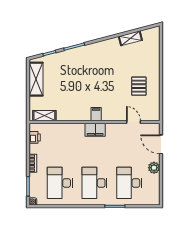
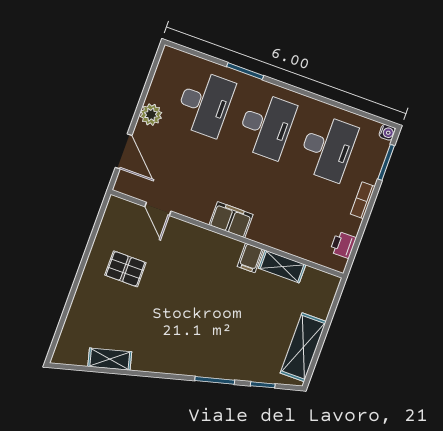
pallet: (139, 86) -> (125, 269), turned 90
filing cabinet: (96, 114) -> (250, 258), moved
shelving: (44, 116) -> (282, 266), moved

